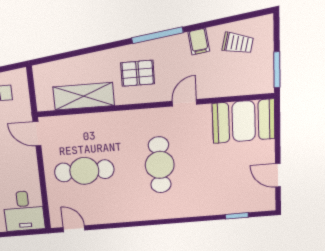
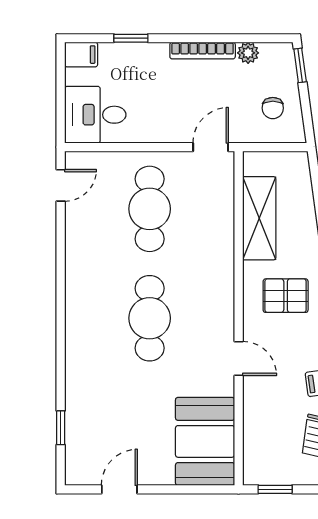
window: (277, 70) -> (275, 489), width x0.67
pallet: (138, 73) -> (286, 296), turned 90
cafe table: (160, 165) -> (150, 318), turned 90

